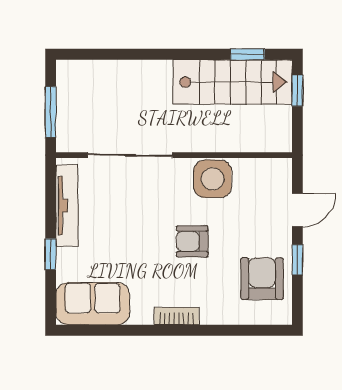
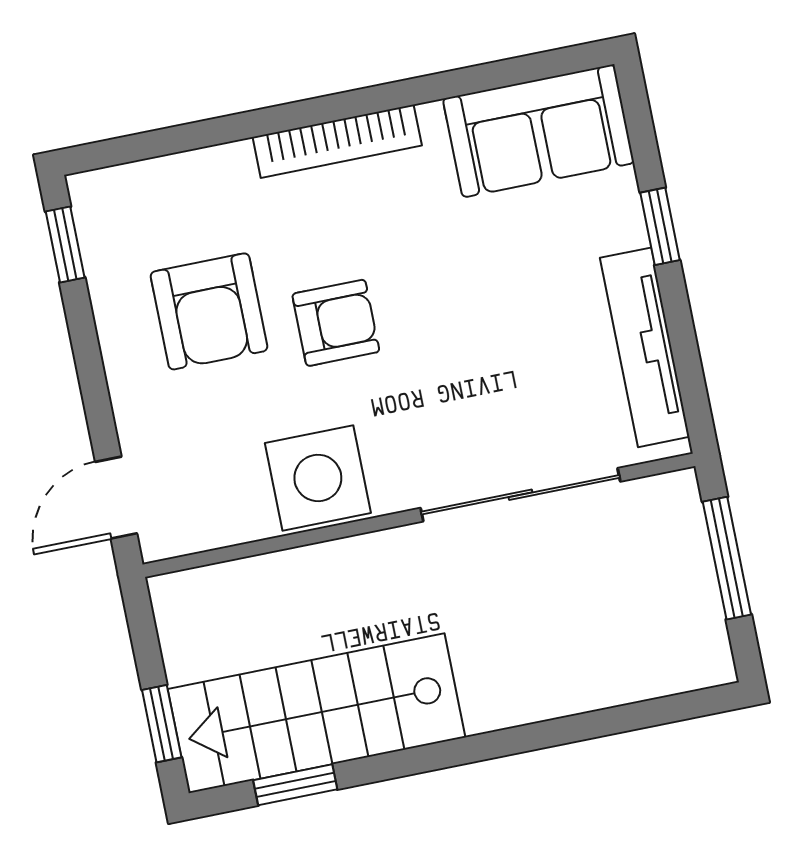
door: (297, 210) -> (116, 498), moved
window: (297, 260) -> (65, 244), moved
armchair: (262, 279) -> (209, 311), moved
bookcase: (177, 316) -> (337, 141), width x1.56

